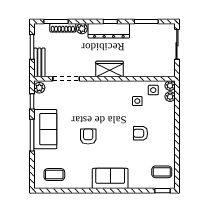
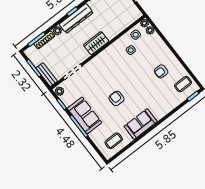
armchair: (141, 133) -> (161, 71), moved
sofa: (110, 178) -> (141, 124), moved

